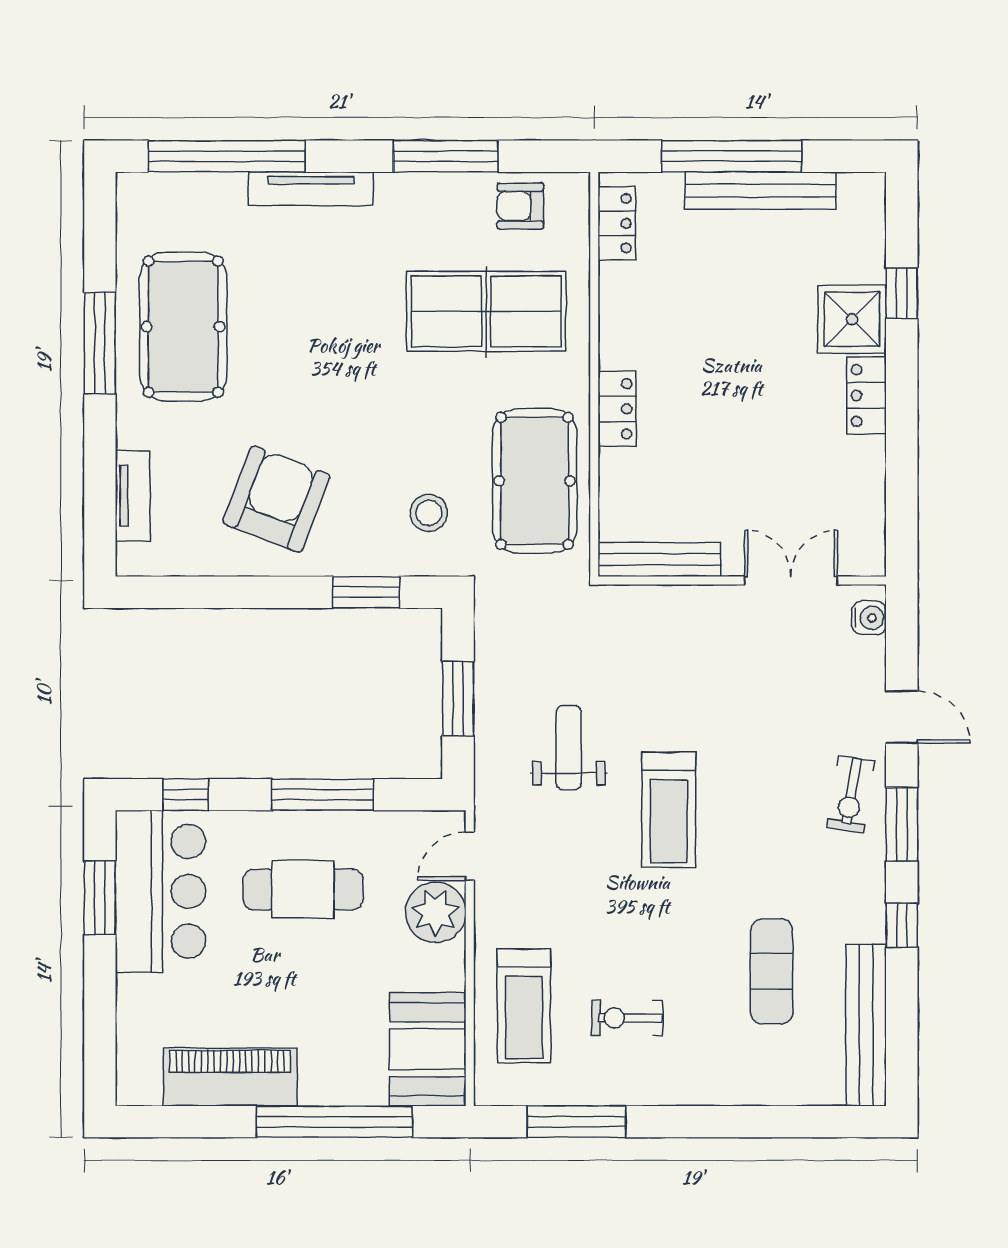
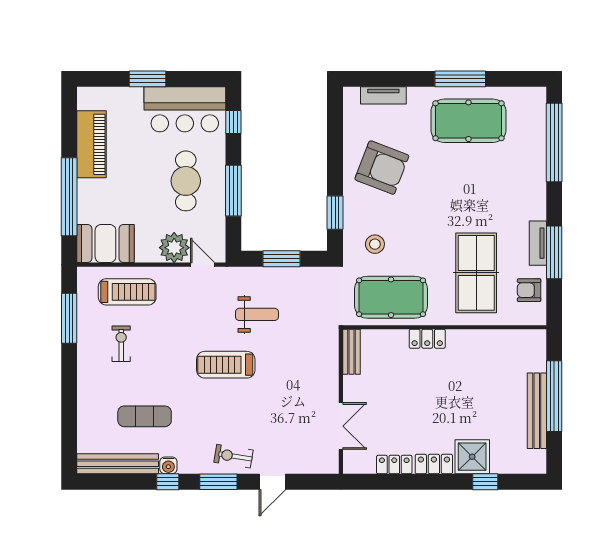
tv unit: (311, 189) -> (538, 243), moved, width x0.71
armchair: (520, 206) -> (529, 290), turned -90
locker: (617, 223) -> (394, 465), moved, turned 180
bench: (659, 560) -> (352, 352), width x0.73
water cooler: (869, 618) -> (168, 465), moved
window: (100, 898) -> (148, 79), moved
treadmill: (524, 1006) -> (127, 292), turned 180

